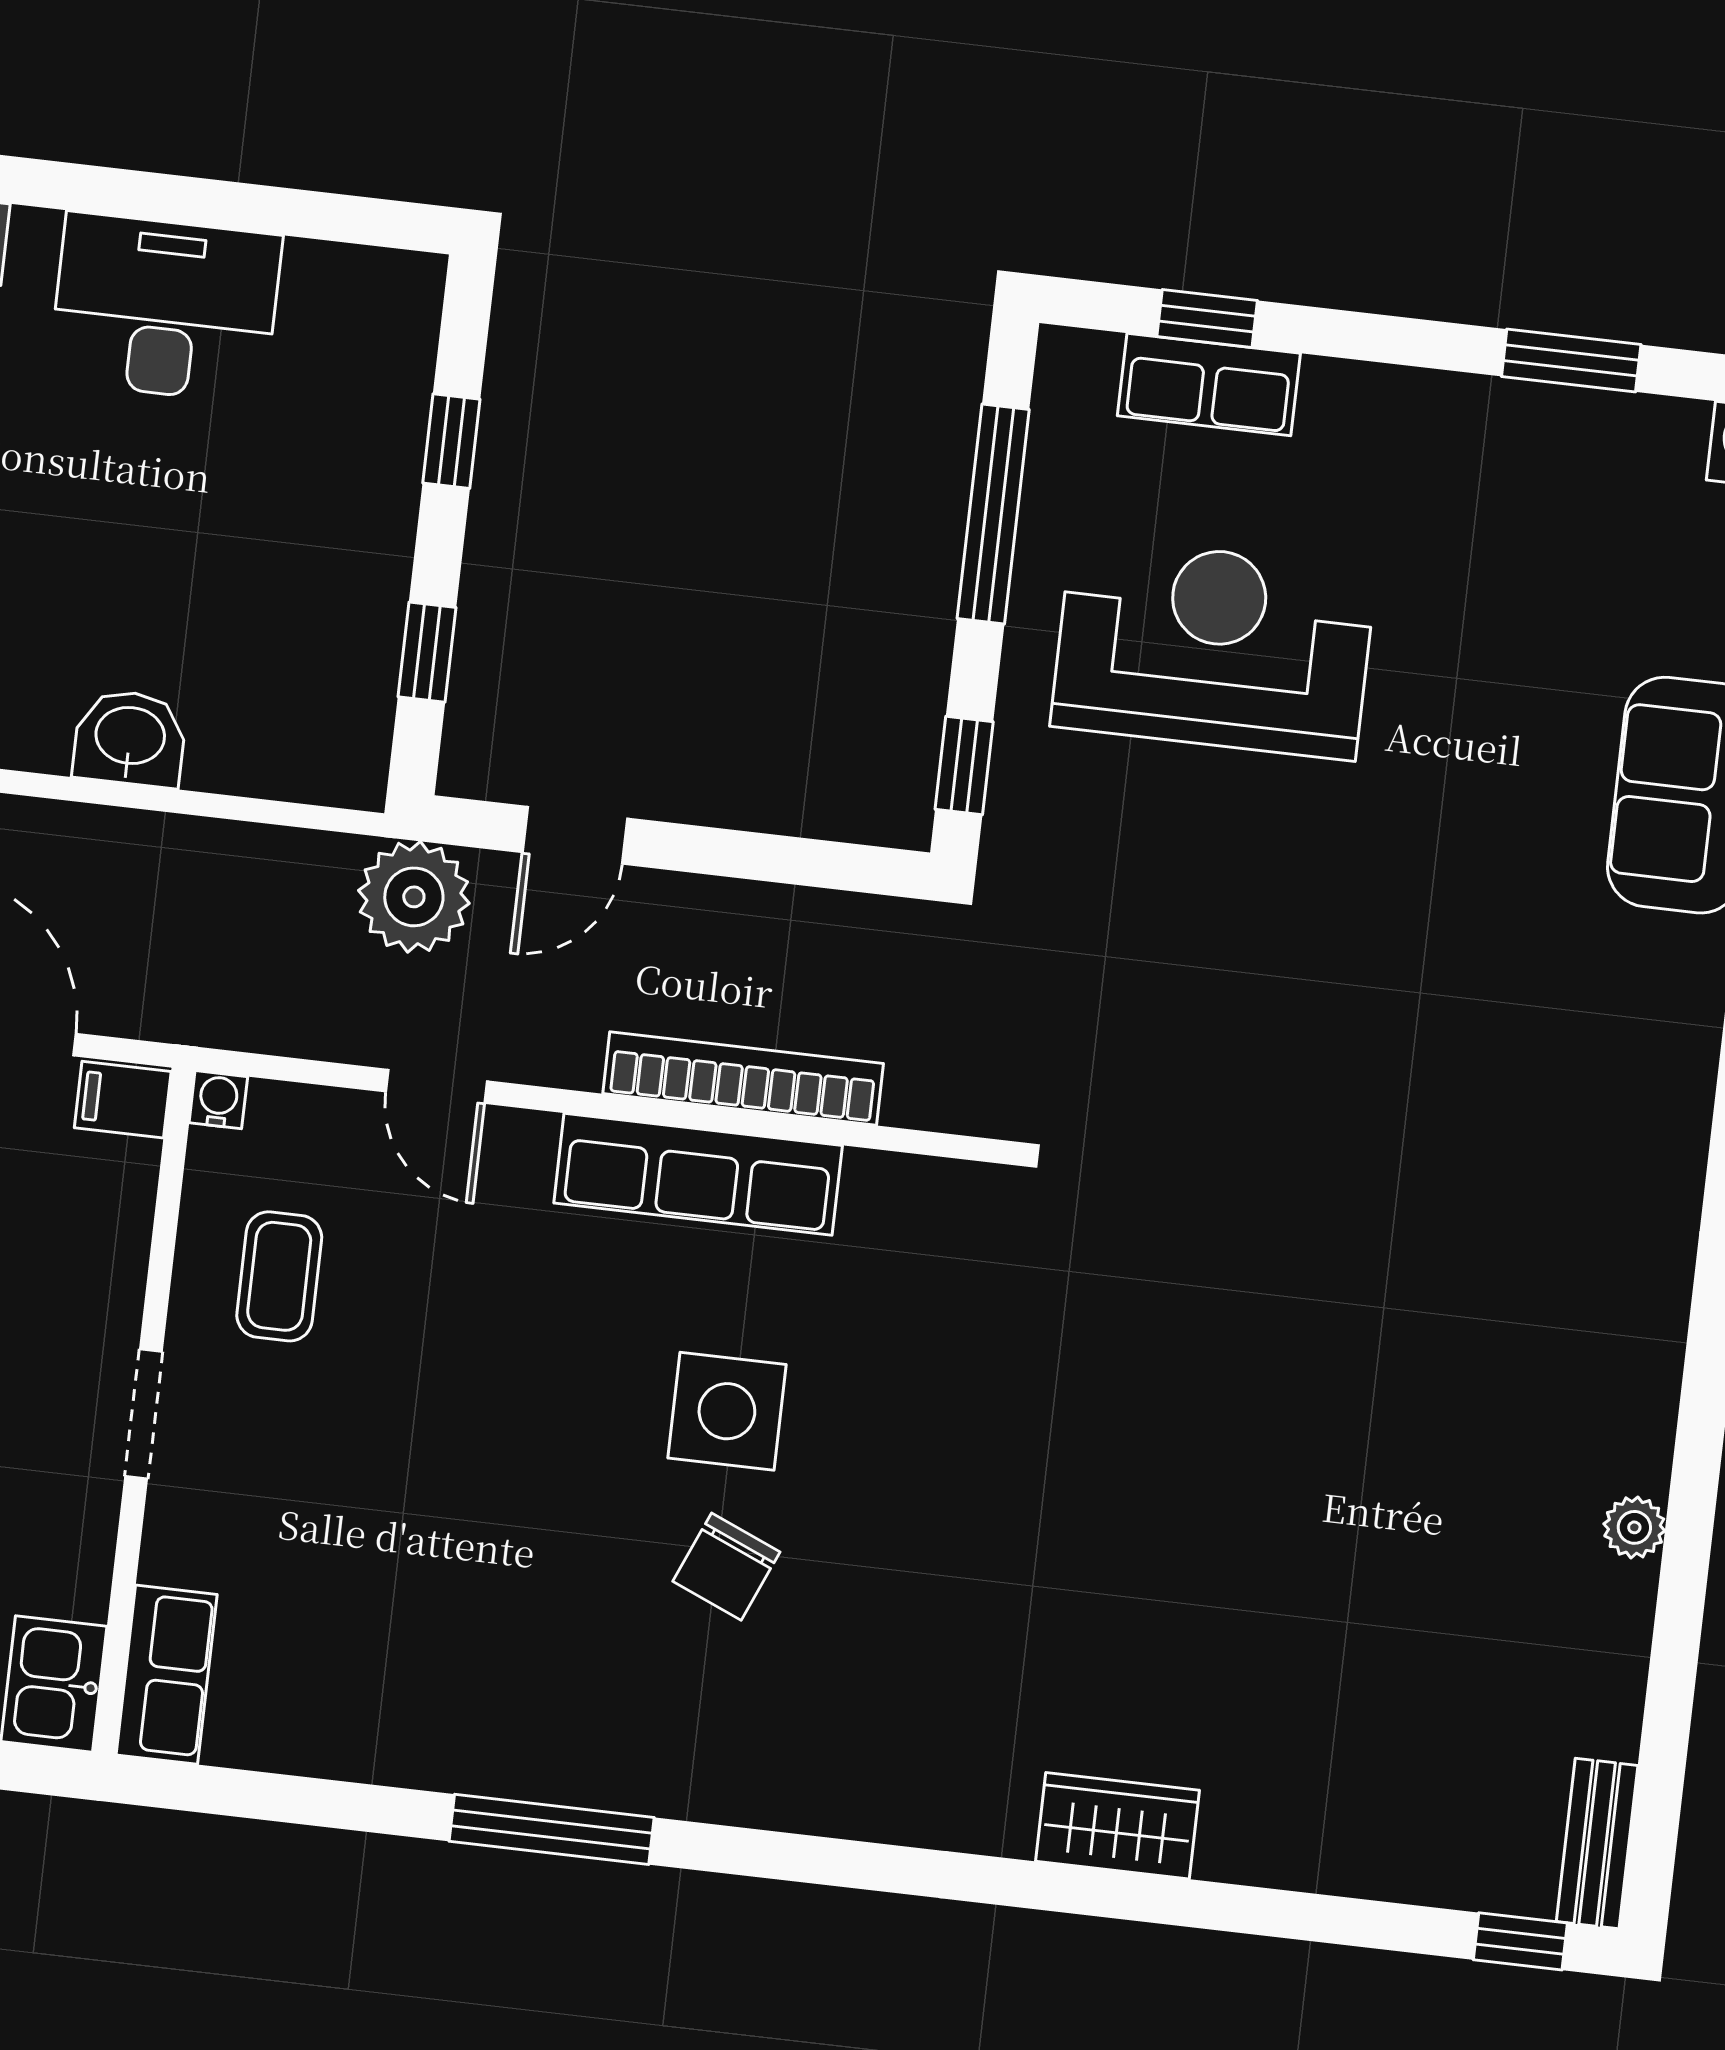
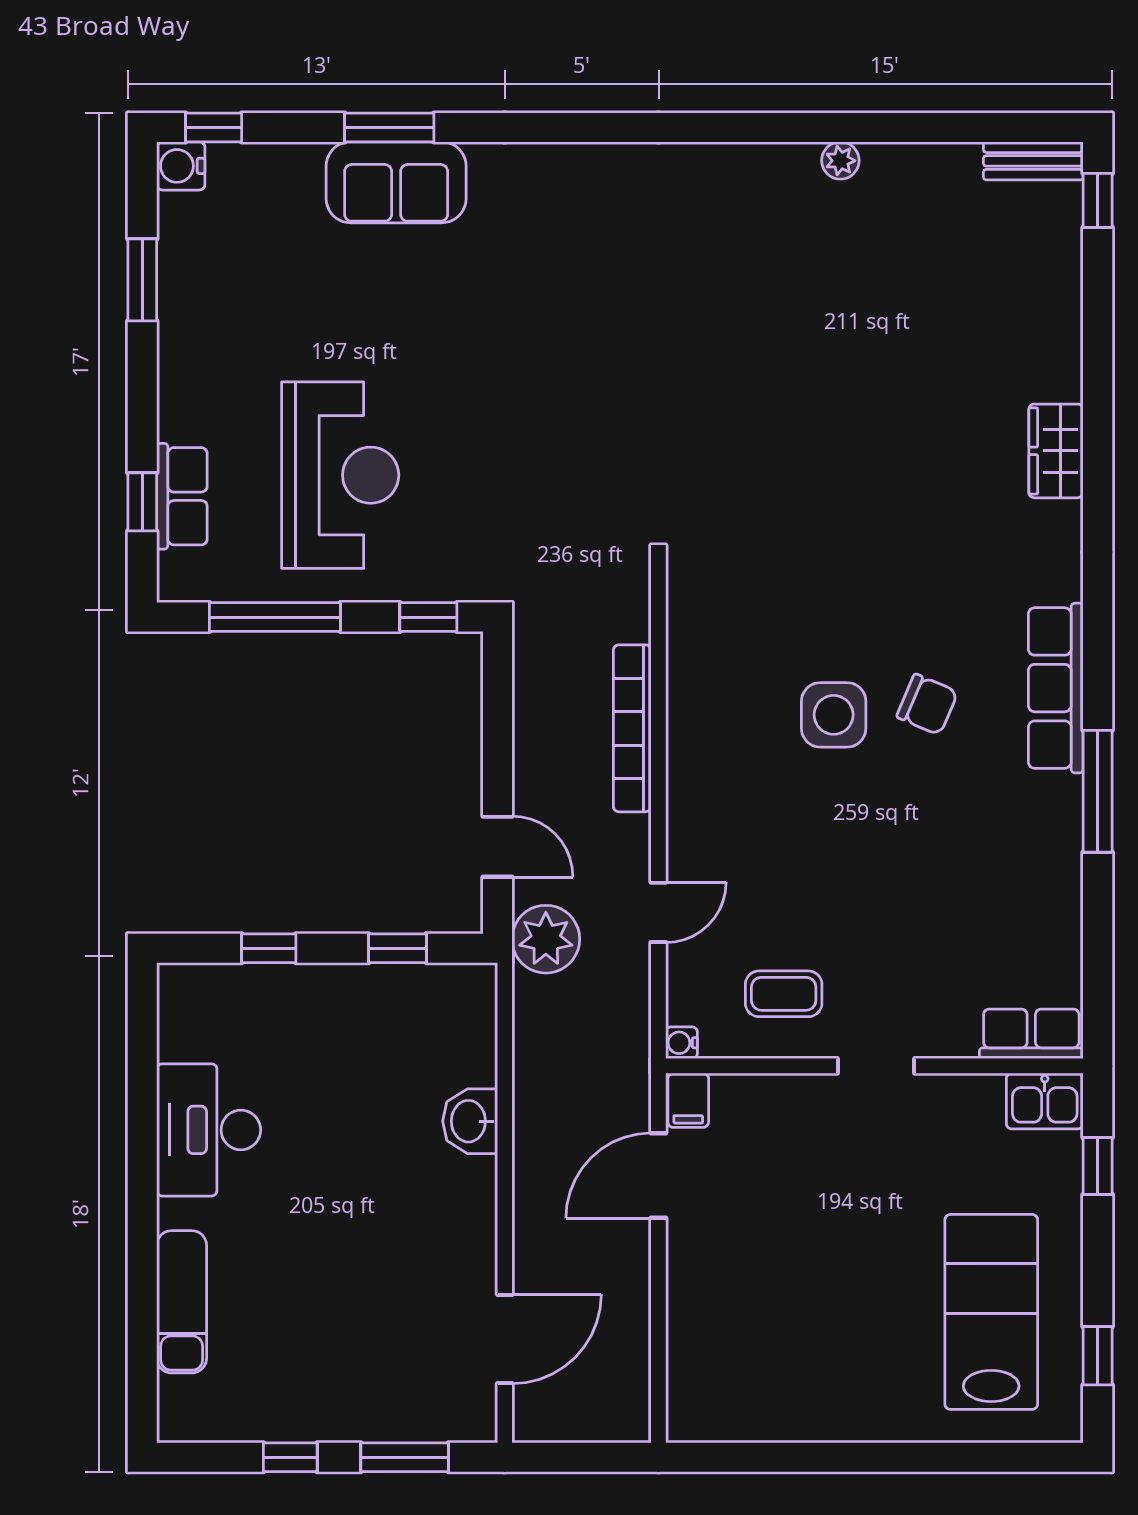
reception desk: (1213, 648) -> (340, 475), turned 180
row of seats: (698, 1174) -> (1056, 688), moved, turned 180

